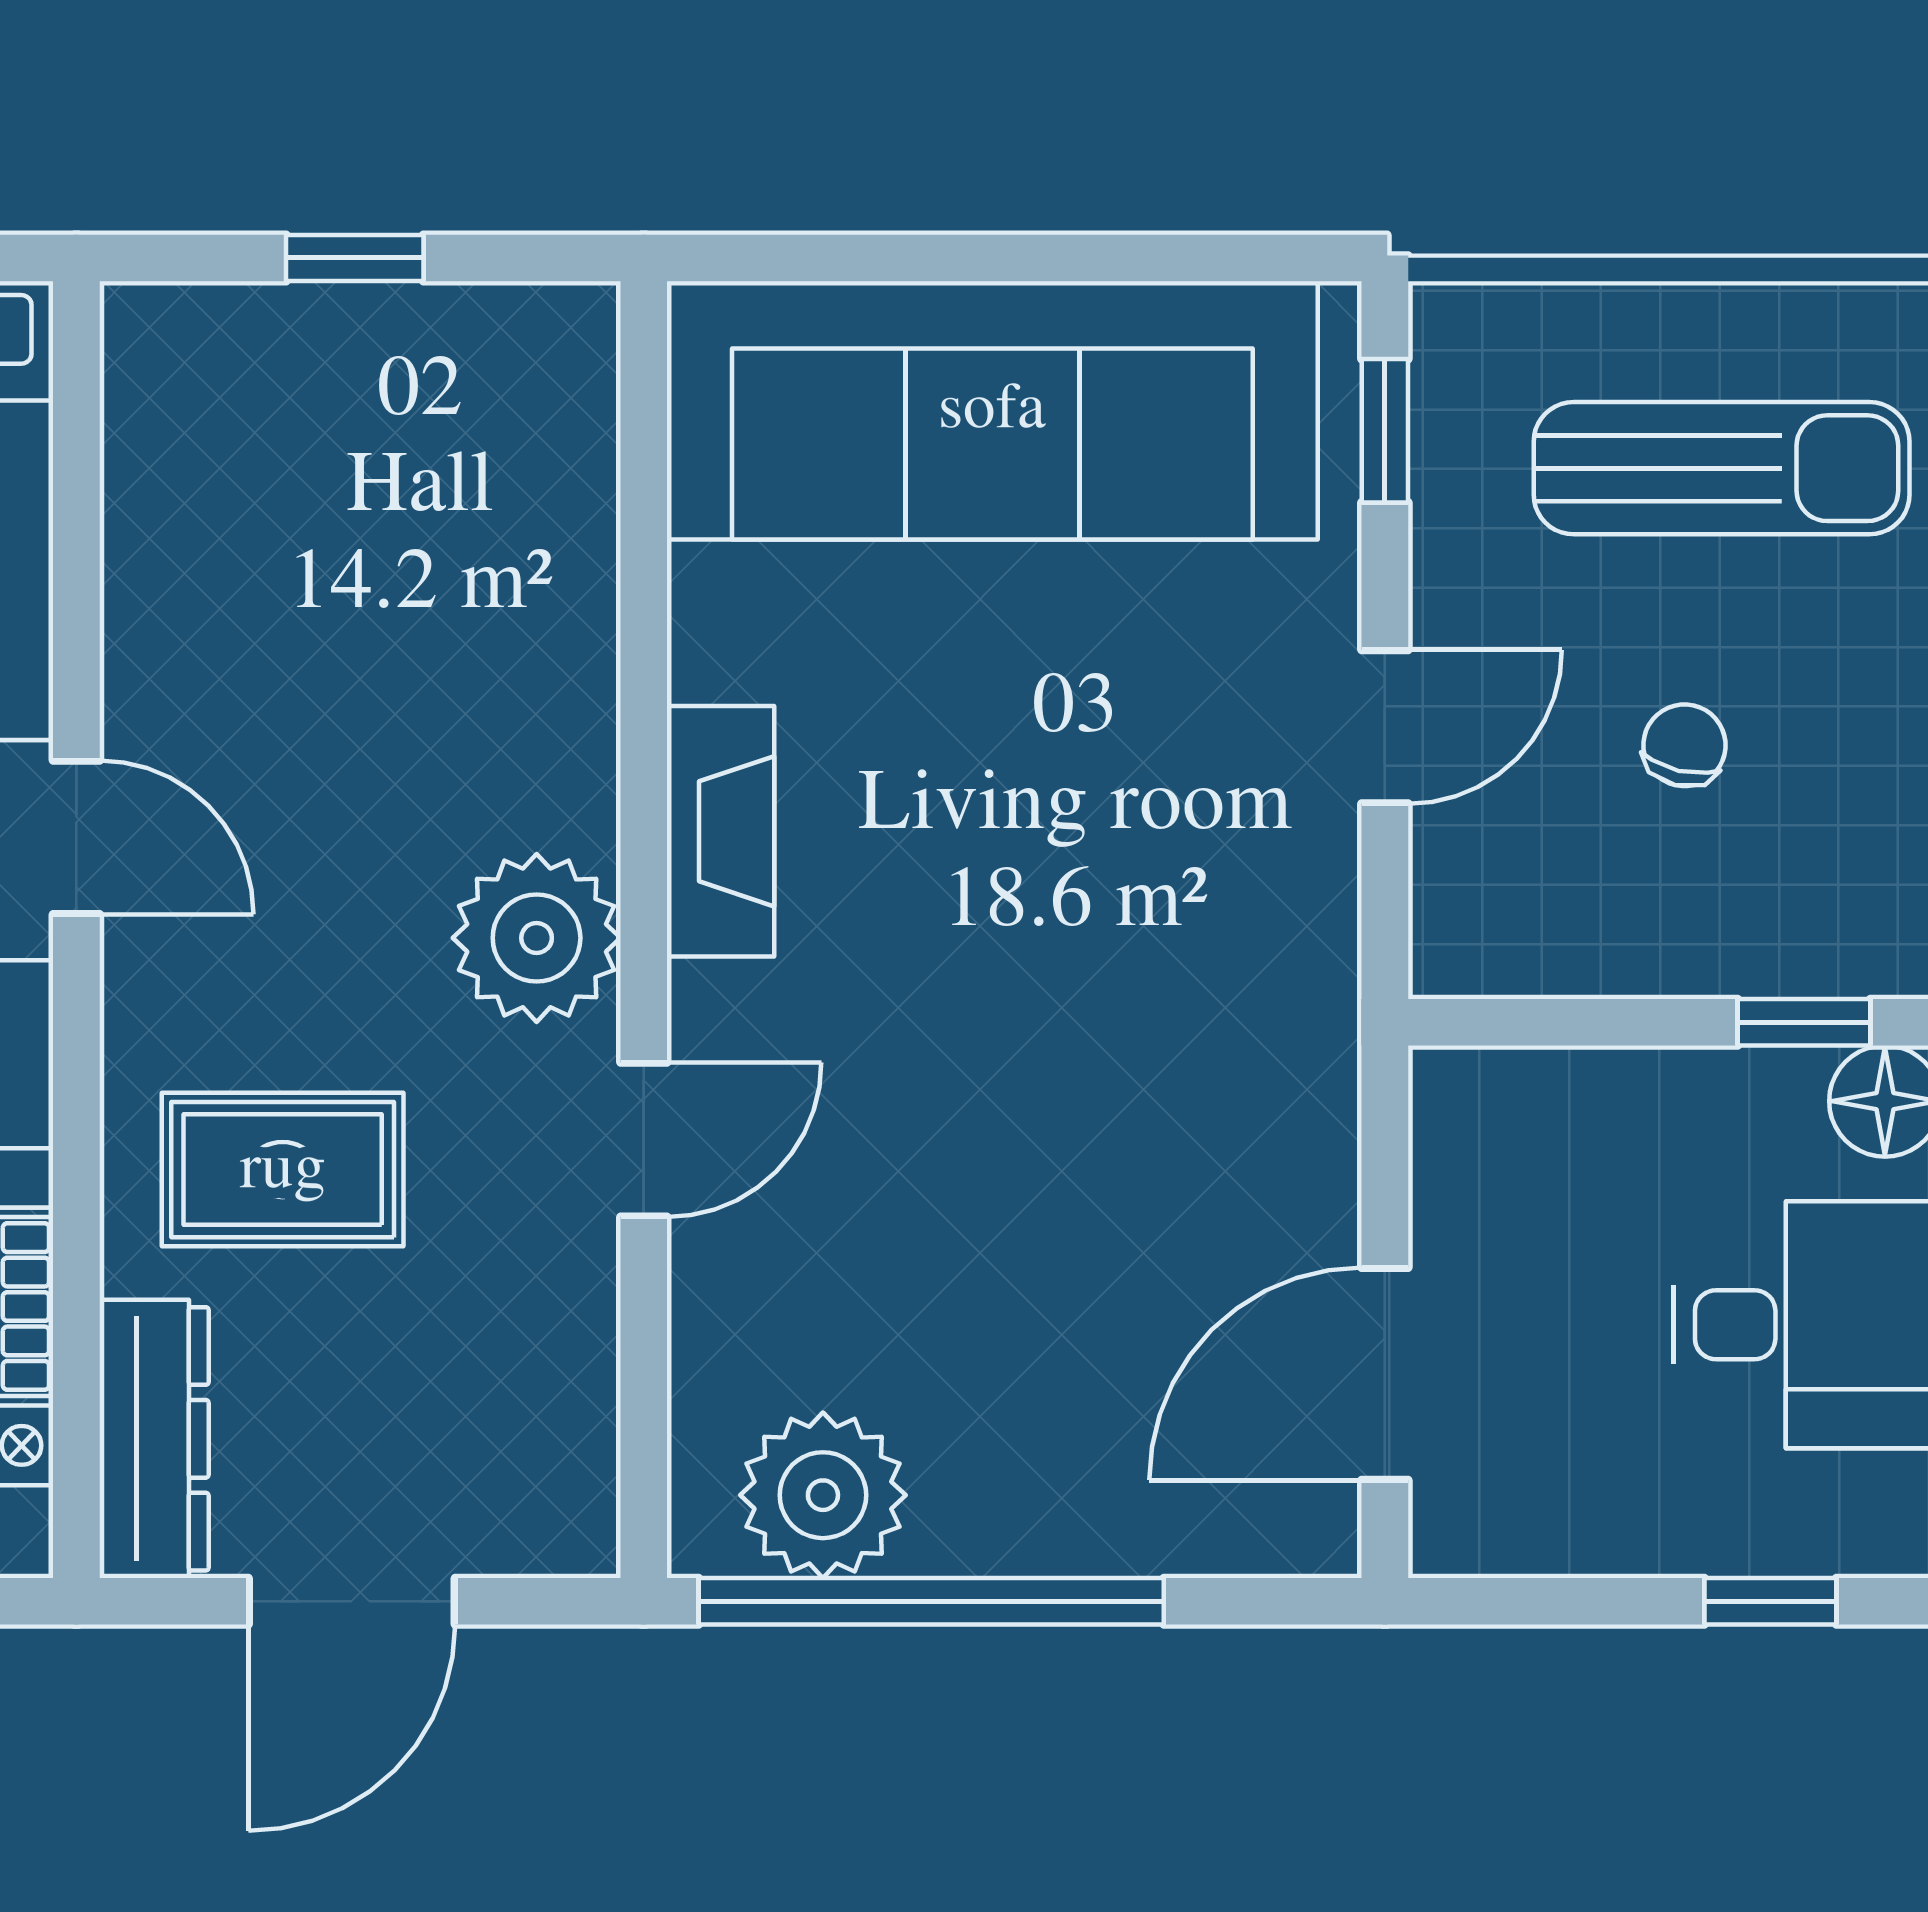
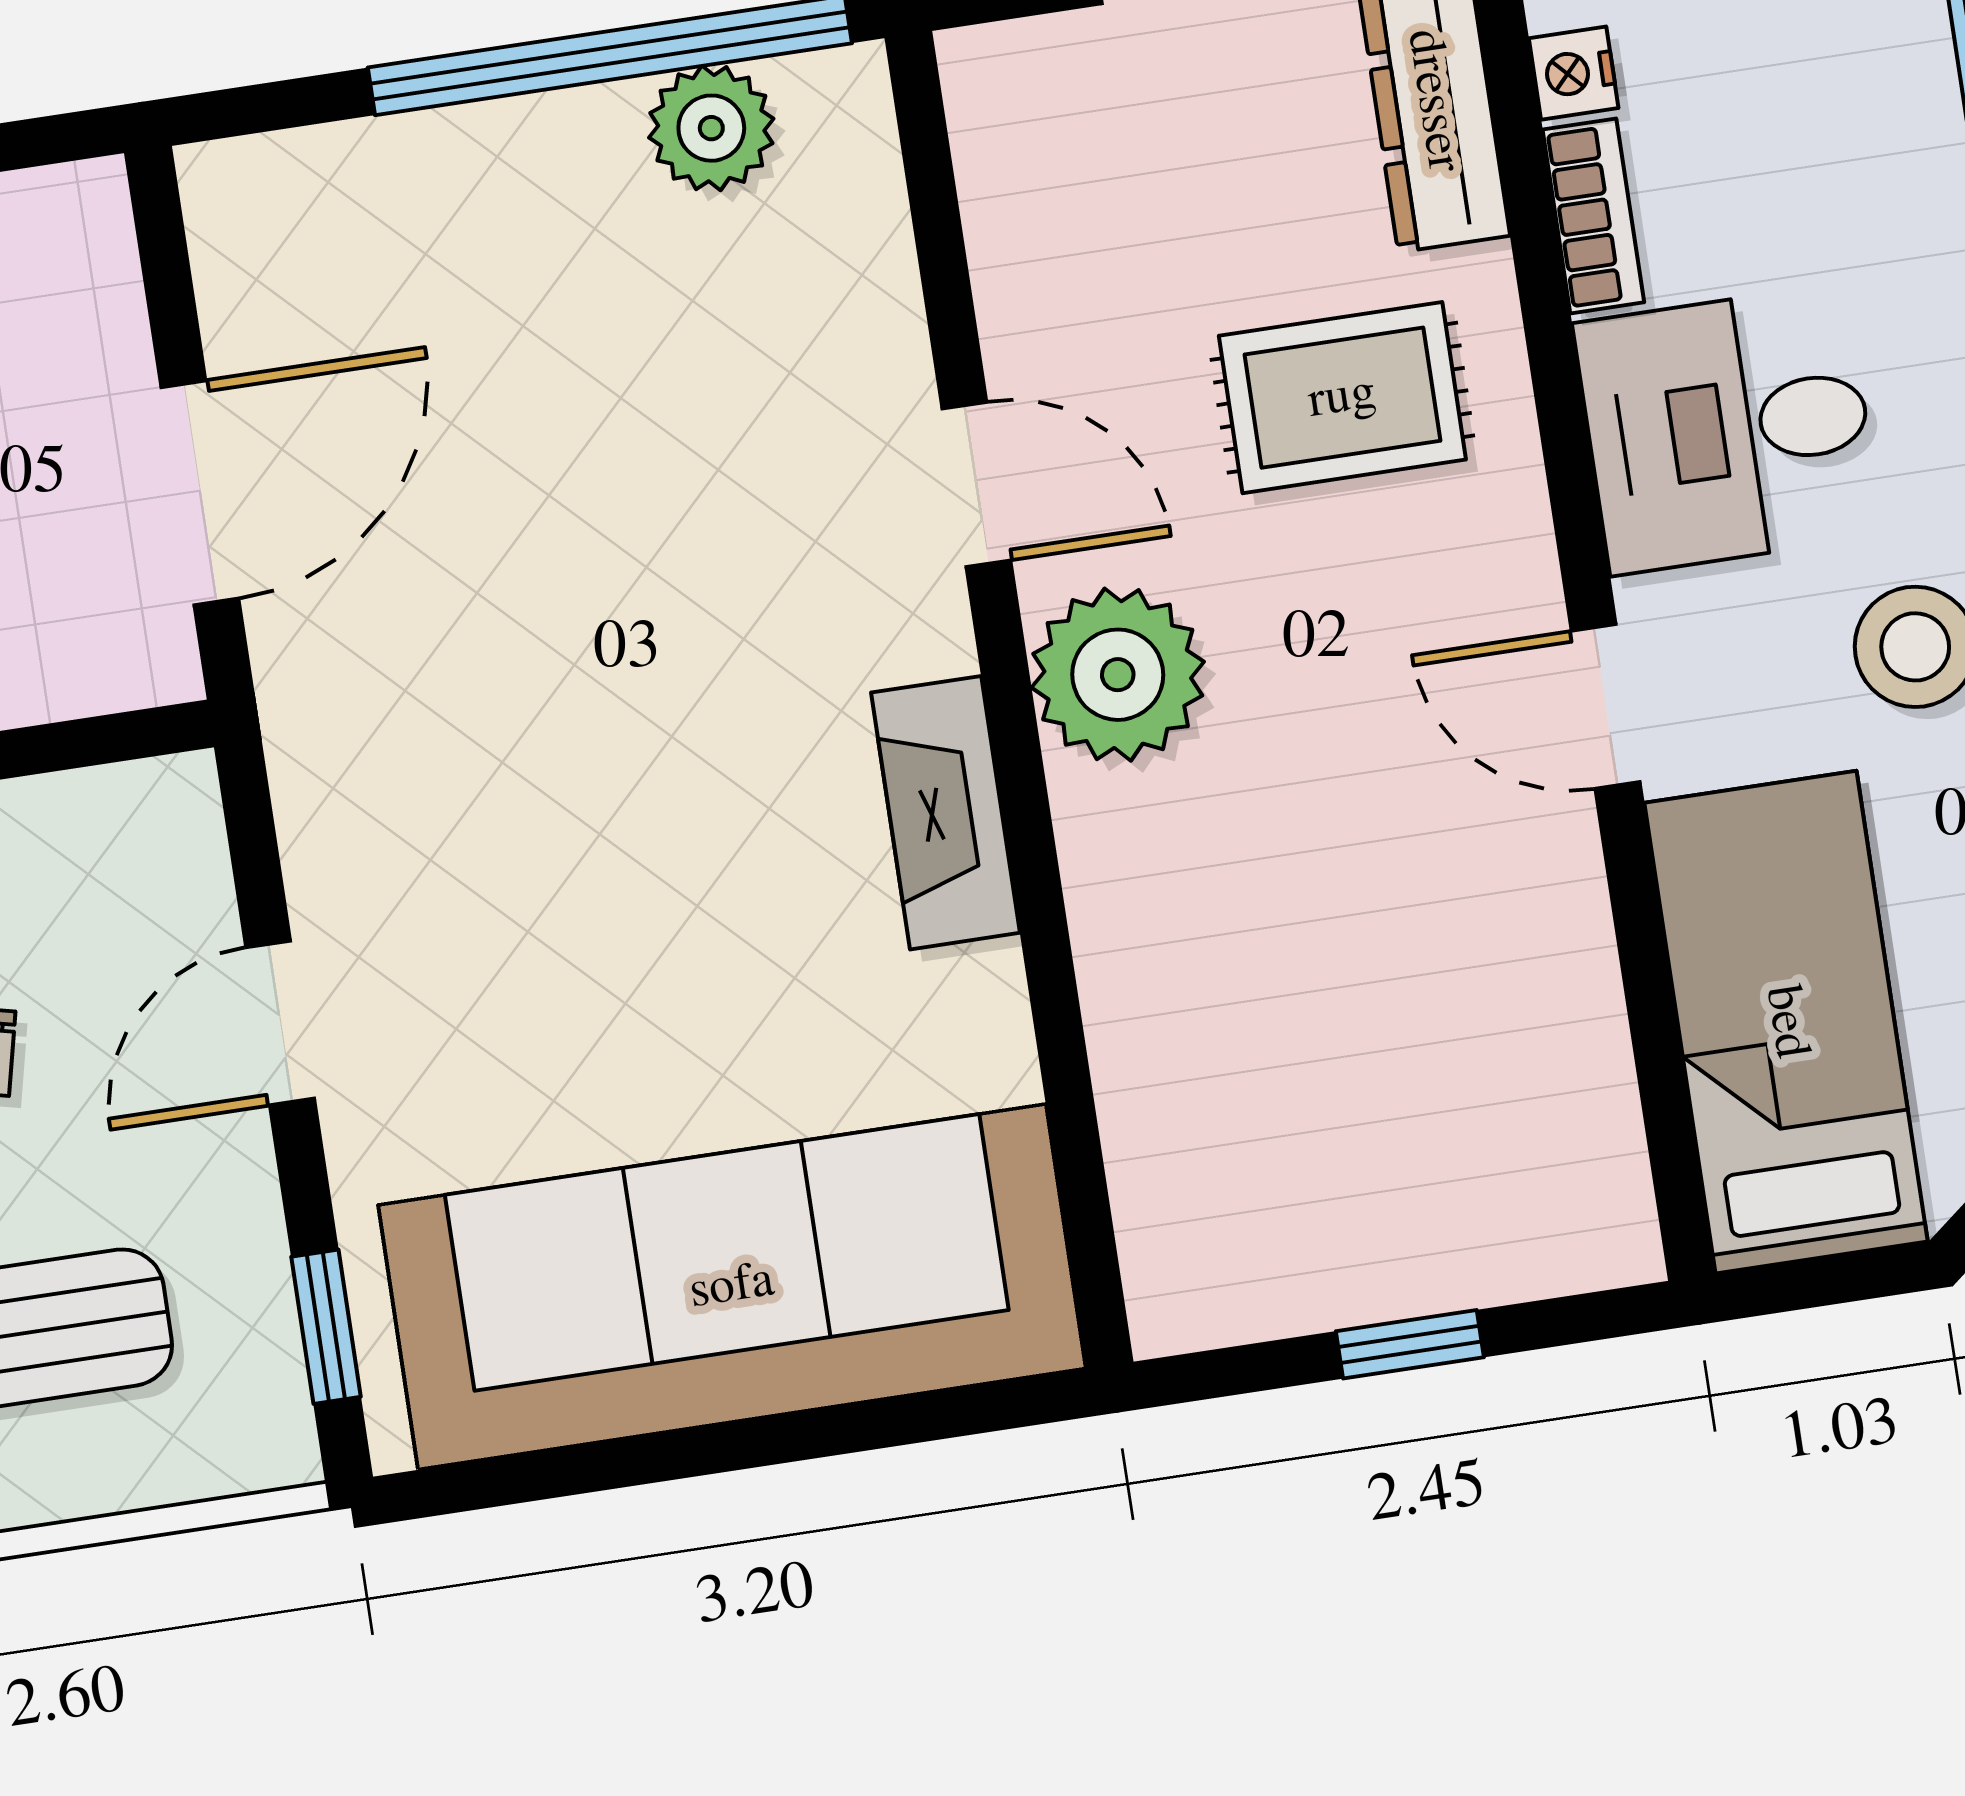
door: (644, 1140) -> (976, 484), swing flipped
door: (1385, 1374) -> (200, 493), moved
plant: (823, 1495) -> (711, 128), width x0.73, depth x0.73

